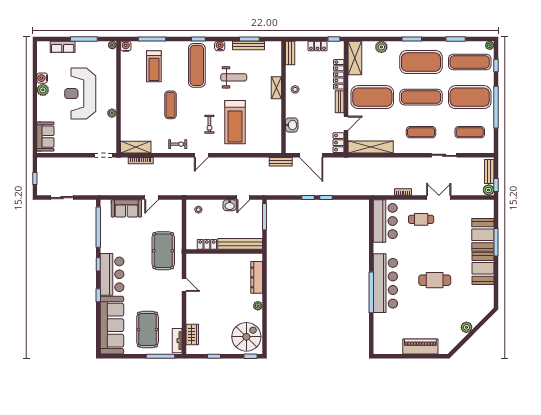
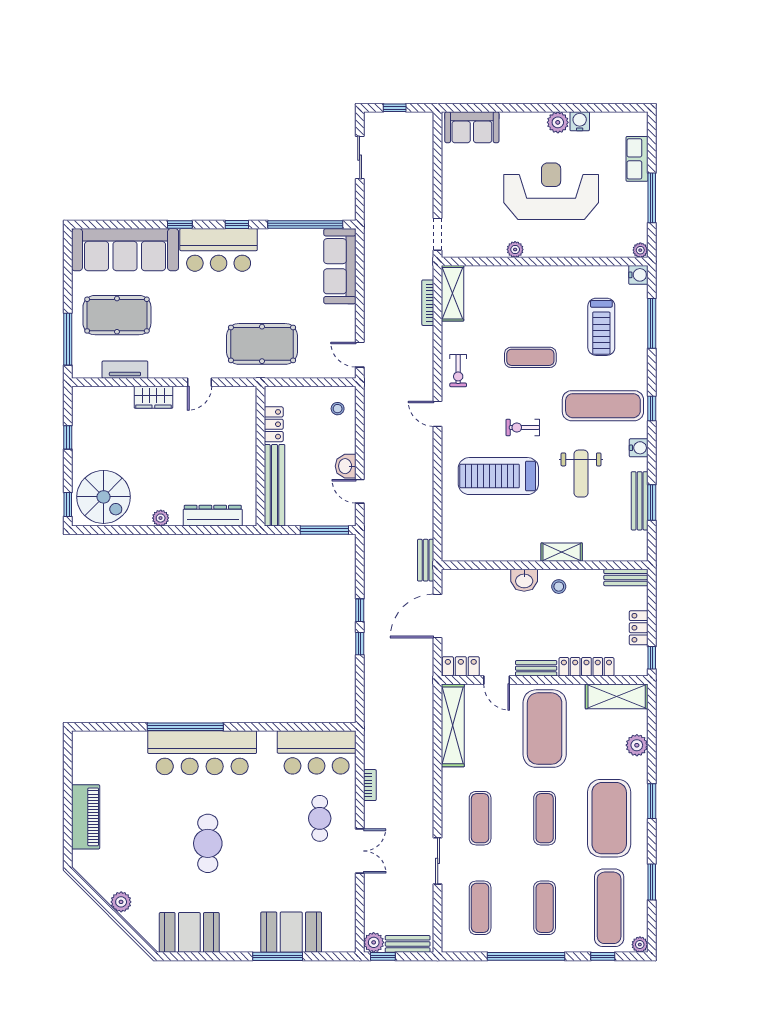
treadmill: (154, 66) -> (601, 327), turned -90
exercise mat: (421, 97) -> (545, 818), width x0.73, depth x0.69
exercise mat: (470, 97) -> (545, 908), width x0.50, depth x0.69
exercise bike: (209, 124) -> (523, 427), moved
washbasin: (292, 125) -> (524, 580), moved
door: (152, 198) -> (360, 355), moved
sofa: (126, 208) -> (340, 266), width x1.36
booth: (483, 268) -> (189, 932), moved
wardrobe: (192, 334) -> (153, 397), moved
tv unit: (177, 341) -> (125, 370), moved

